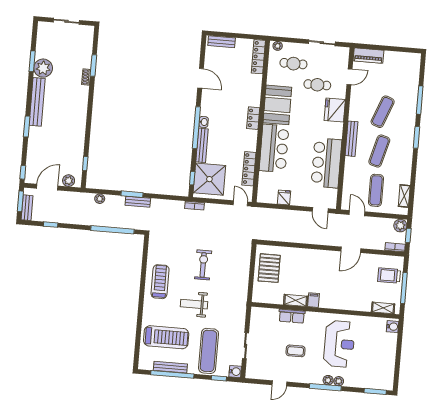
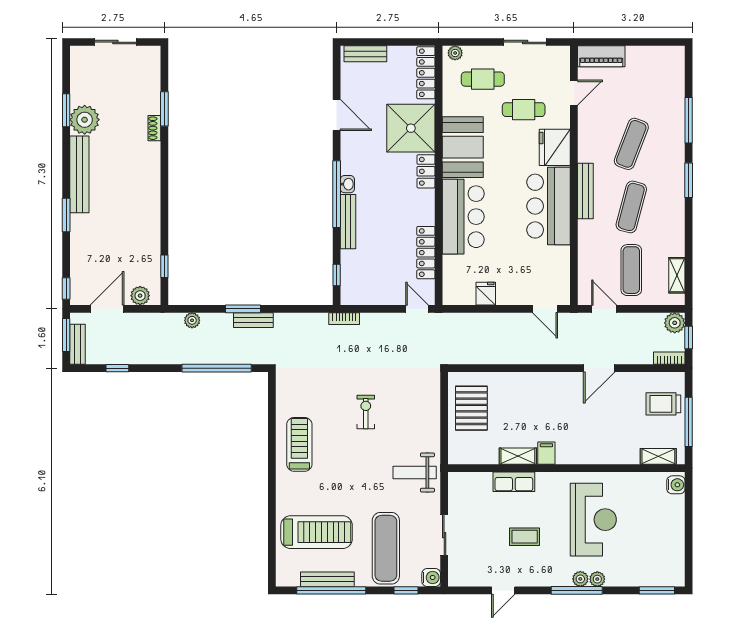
bar counter: (326, 163) -> (548, 206), moved
shower: (209, 179) -> (411, 128), moved
exercise bike: (203, 265) -> (366, 412), width x0.73, depth x0.72
weight bench: (194, 304) -> (415, 472), moved

